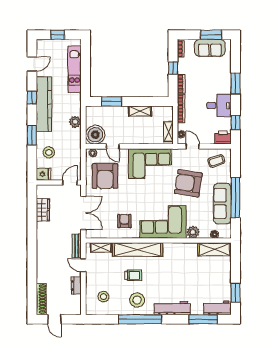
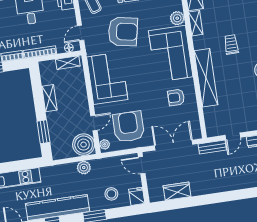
plant: (75, 122) -> (84, 168), moved
armchair: (105, 176) -> (129, 127), turned -90
armchair: (188, 183) -> (123, 32), turned -88
shelving: (101, 248) -> (196, 23), moved
trolley: (133, 275) -> (231, 44), moved

